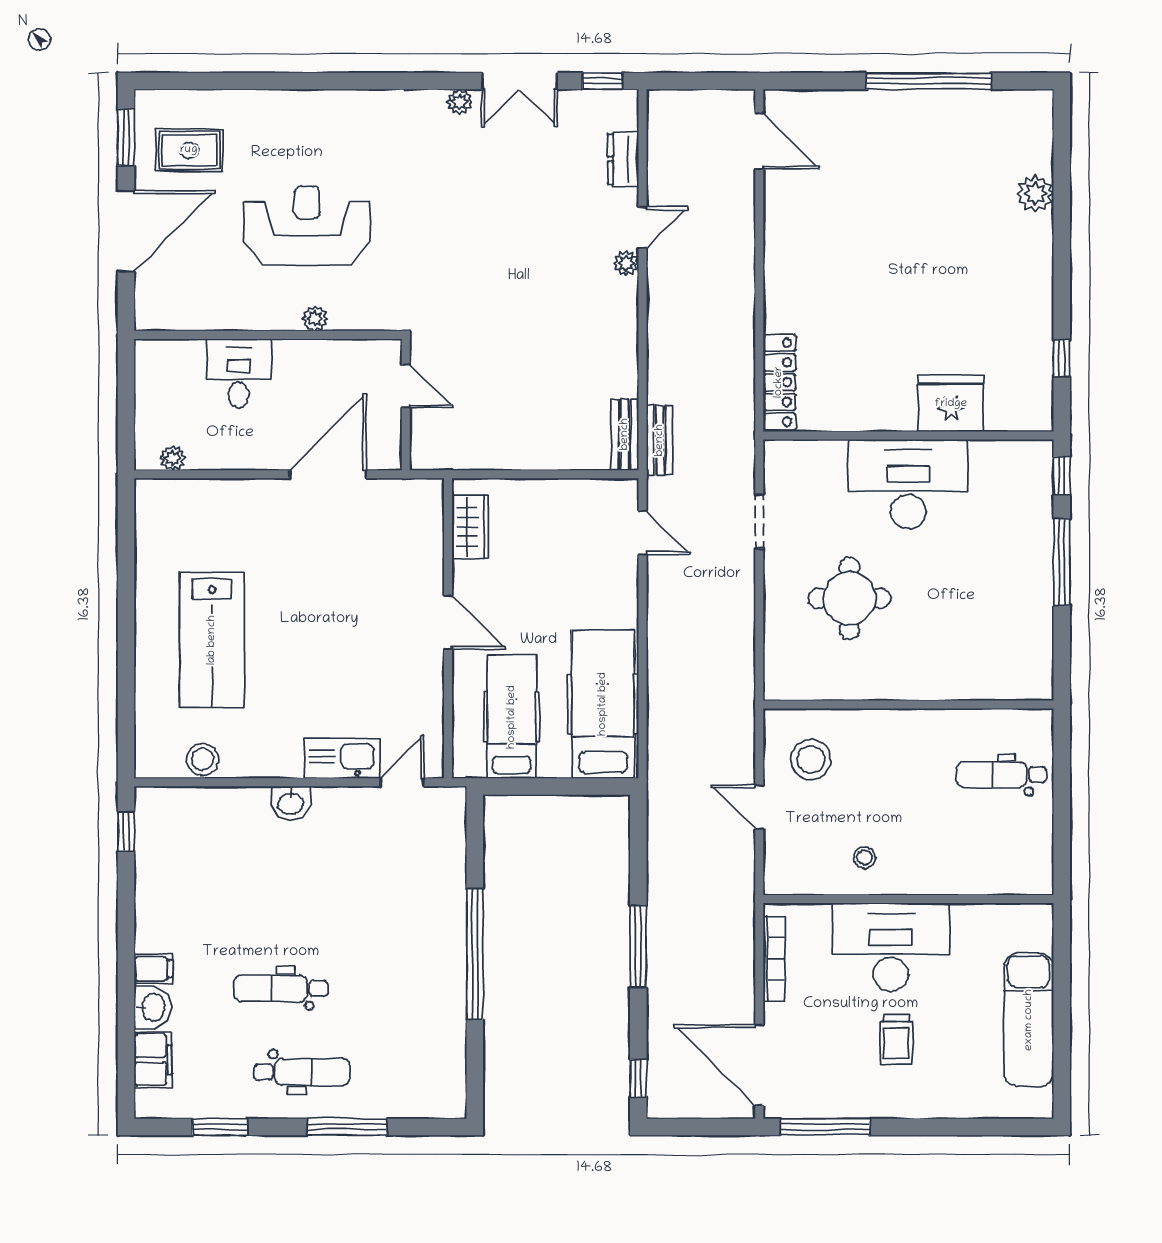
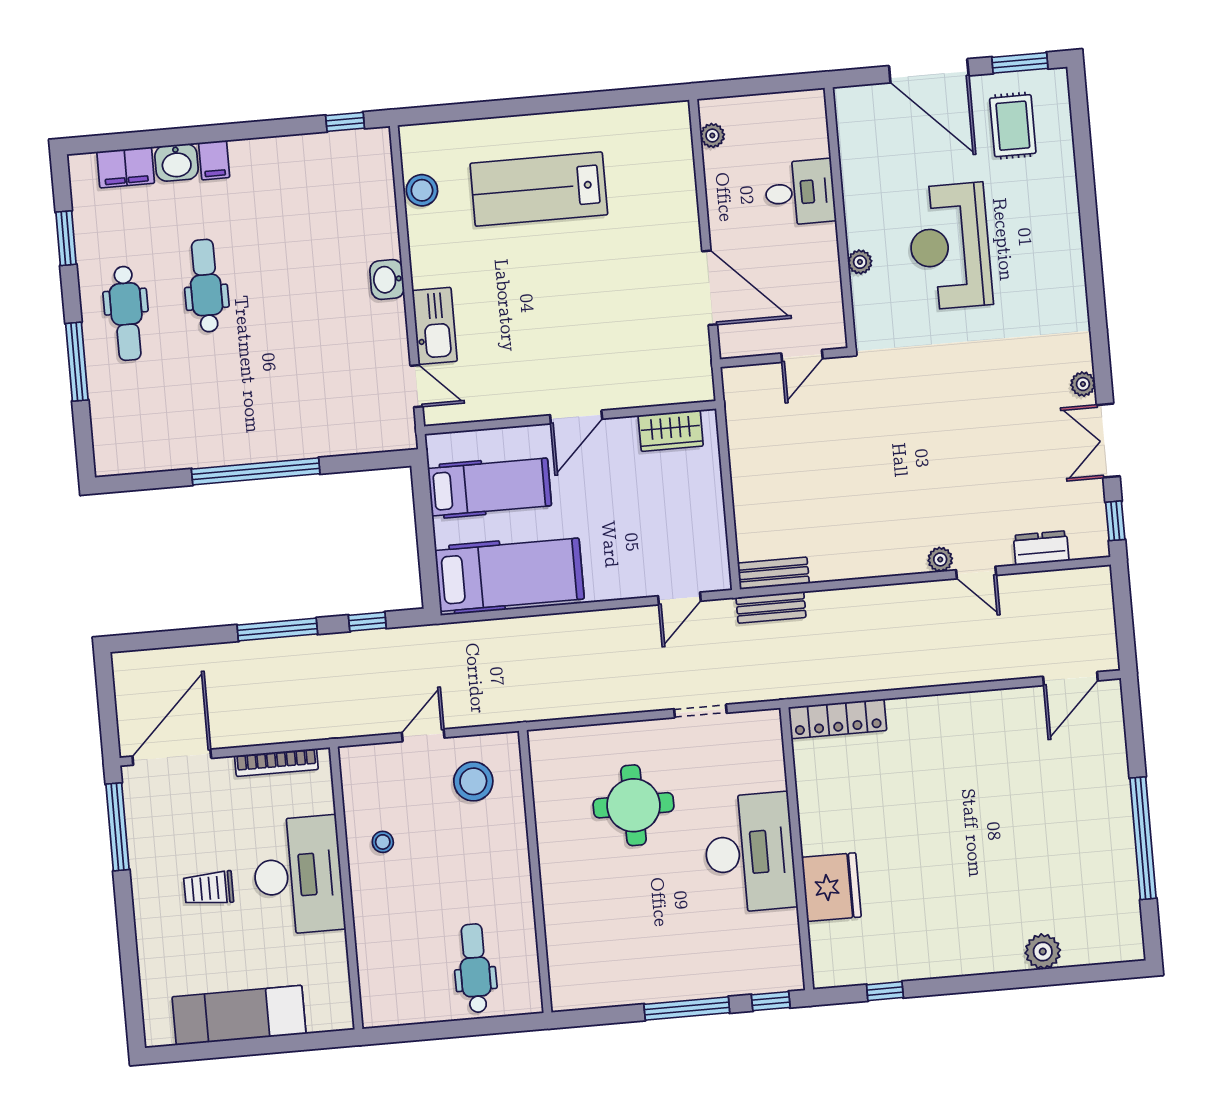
reception desk: (307, 226) -> (950, 246), turned 180
window: (638, 1078) -> (367, 622), moved

